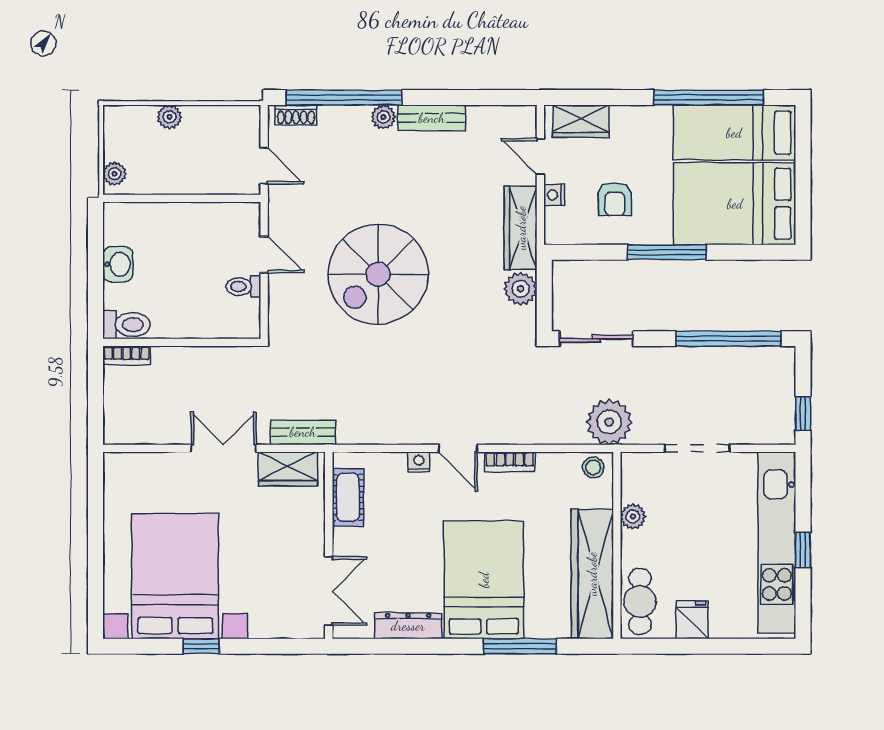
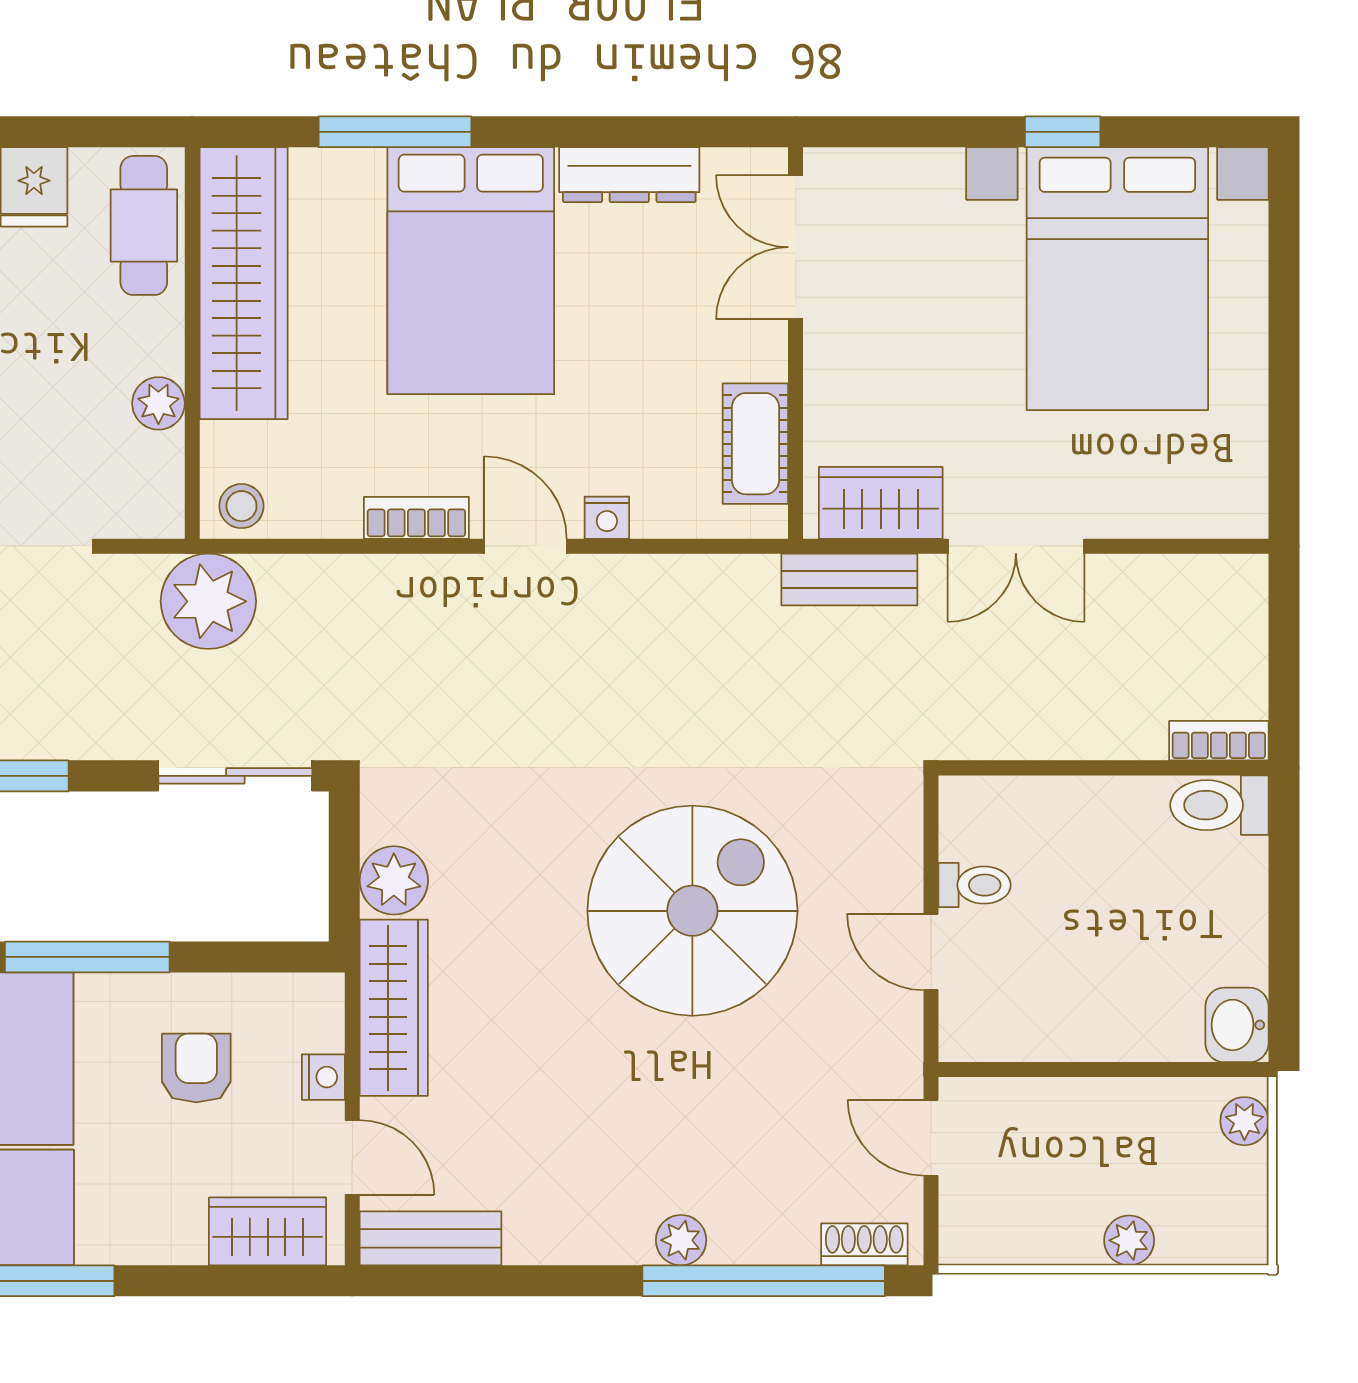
bench: (432, 118) -> (430, 1238), moved
washbasin: (118, 264) -> (1237, 1025), moved

